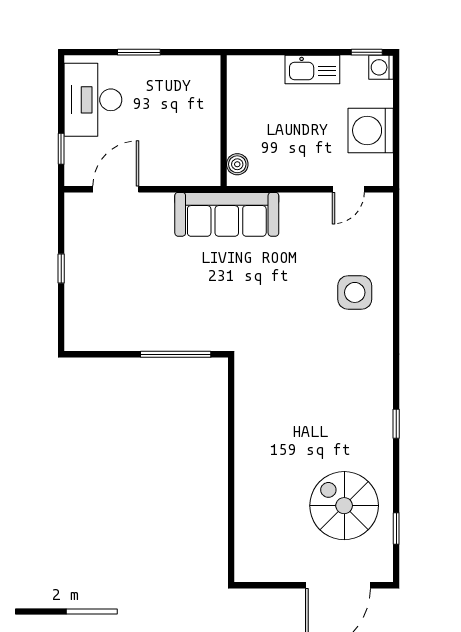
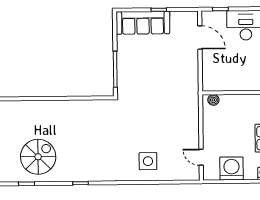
sofa: (227, 214) -> (143, 23), moved, turned -90

